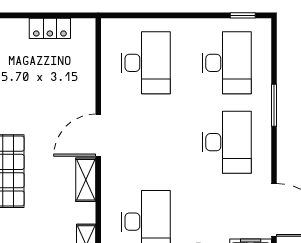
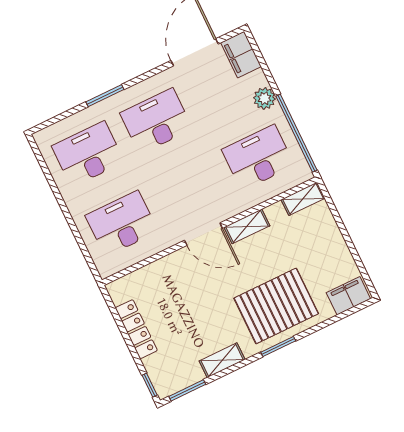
window: (243, 15) -> (41, 160), removed
locker: (50, 28) -> (136, 329), width x1.53

